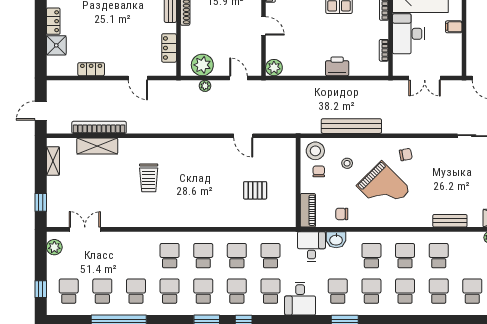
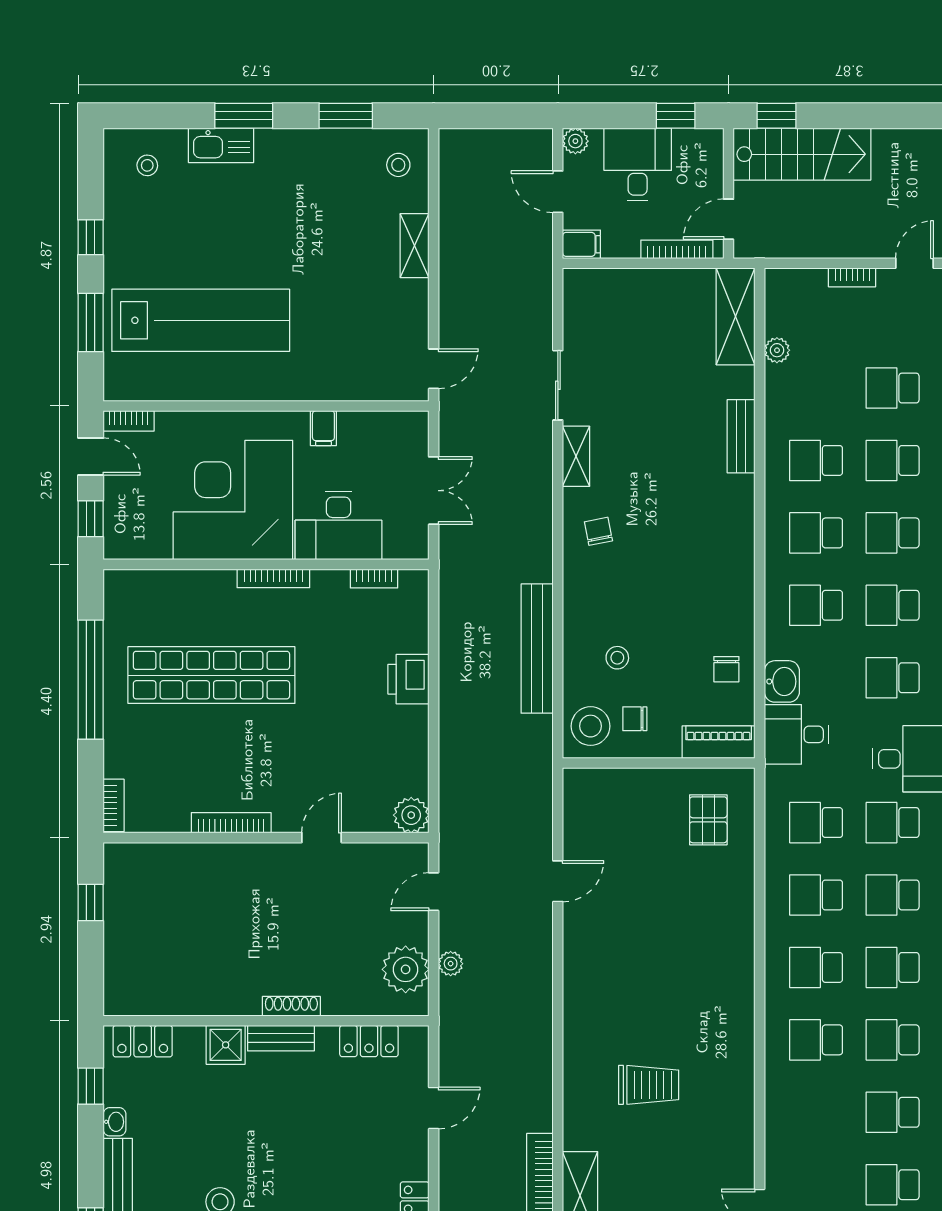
shelving: (441, 144) -> (576, 456), added
grand piano: (384, 188) -> (670, 579), removed
pallet: (255, 190) -> (708, 820), moved

